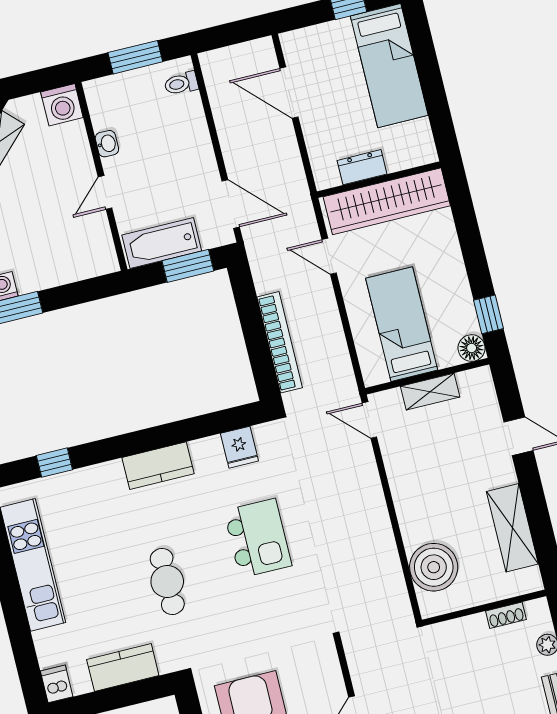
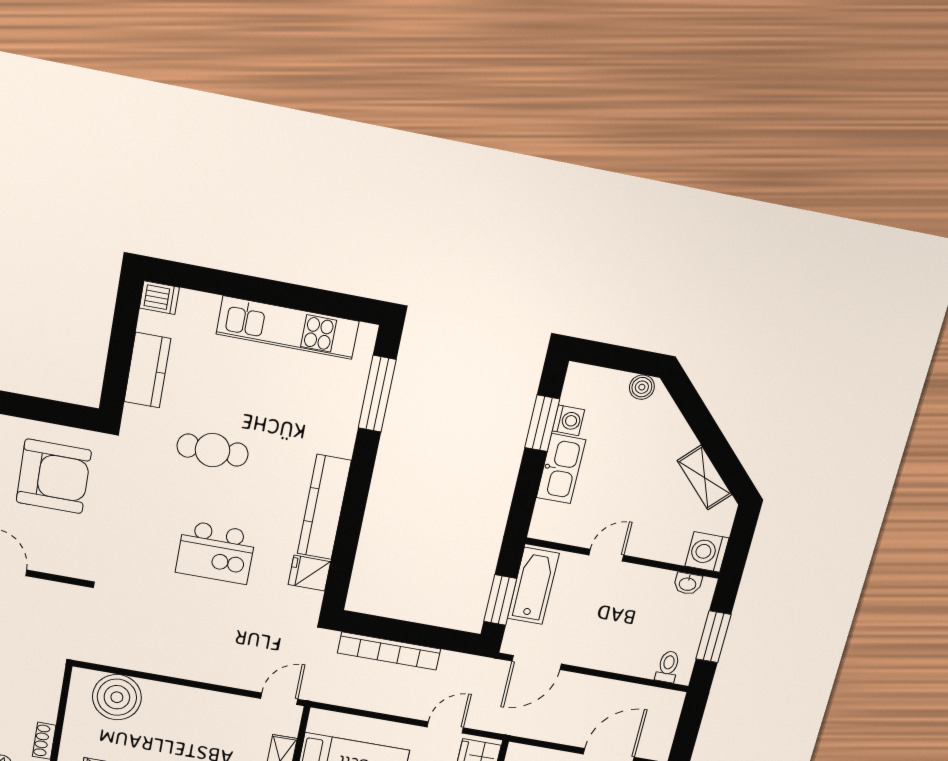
washbasin: (107, 144) -> (688, 584), moved
door: (105, 192) -> (606, 555), hinge flipped
kitchen sink: (47, 272) -> (561, 469), added
window: (54, 463) -> (377, 394), width x2.17
kitchen counter: (158, 466) -> (324, 507), width x1.50

